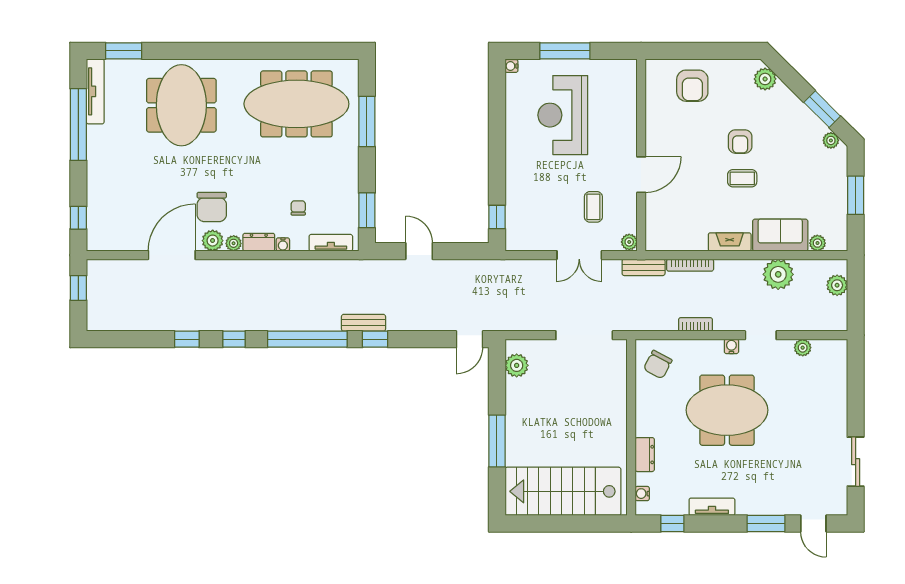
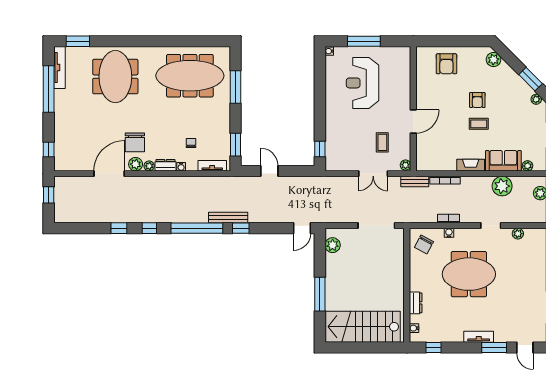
bench: (364, 323) -> (228, 218), width x1.36
water cooler: (731, 346) -> (449, 233), moved
tv unit: (712, 507) -> (479, 337), moved

